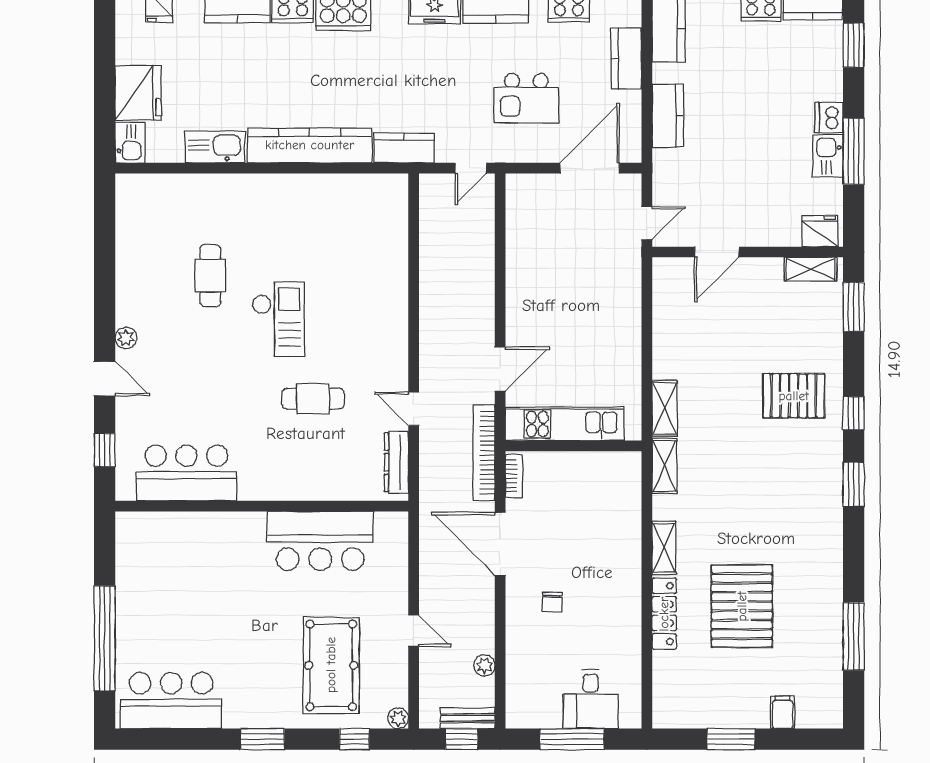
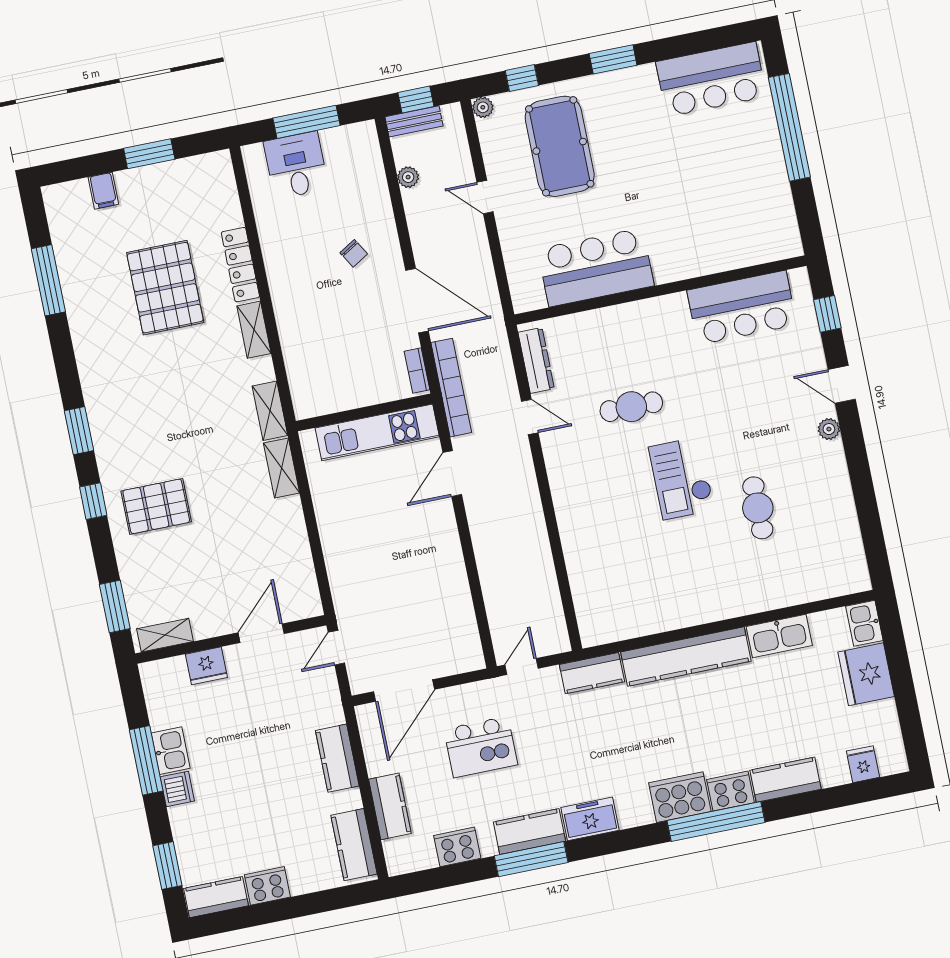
kitchen island: (526, 98) -> (481, 747), turned 180
fridge: (820, 231) -> (206, 666), moved
chair: (552, 602) -> (354, 253), turned 149

